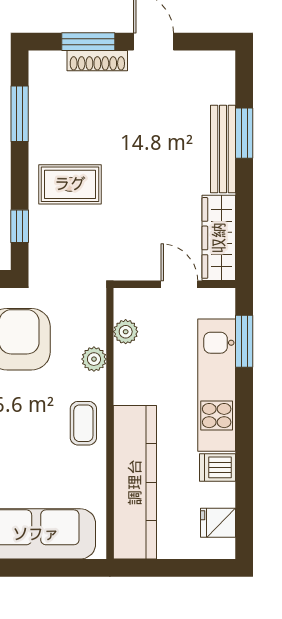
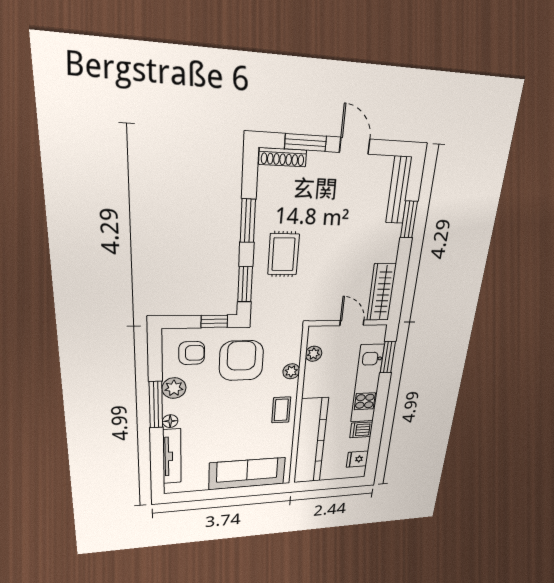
shoe rack: (97, 61) -> (283, 157), moved
window: (20, 114) -> (248, 221), moved
bench: (223, 149) -> (399, 190), moved
rug: (70, 184) -> (284, 254), turned 90
window: (20, 226) -> (245, 284), width x1.50

